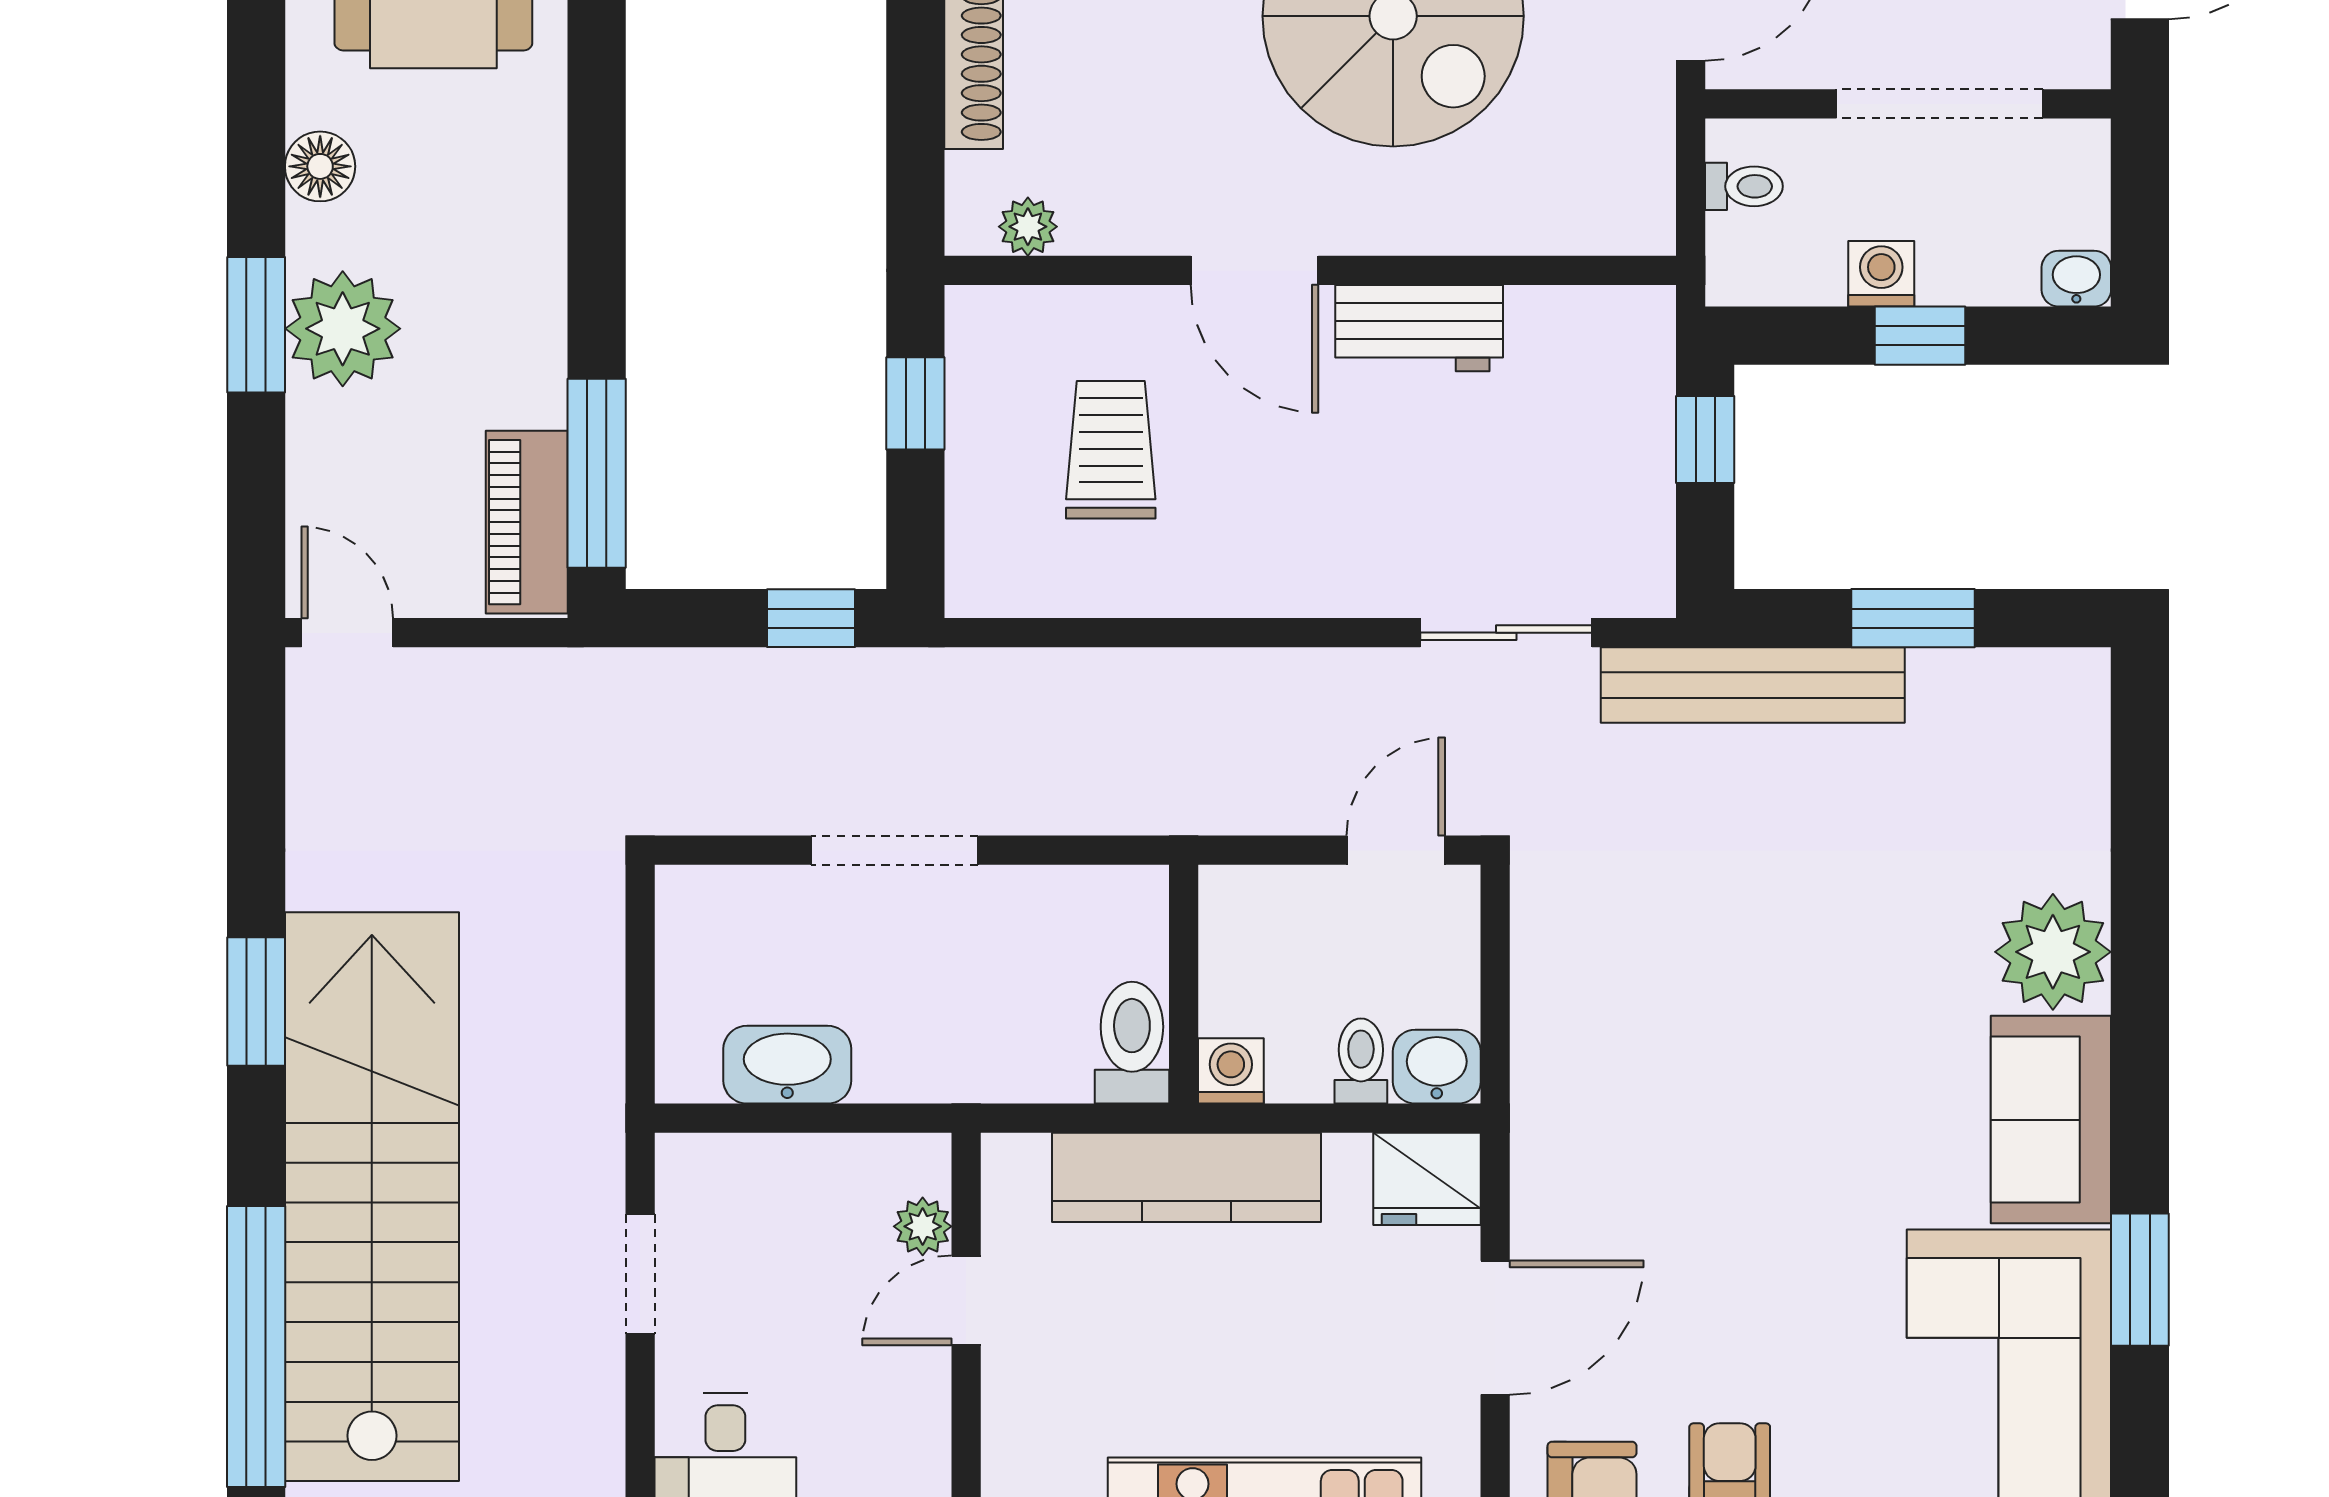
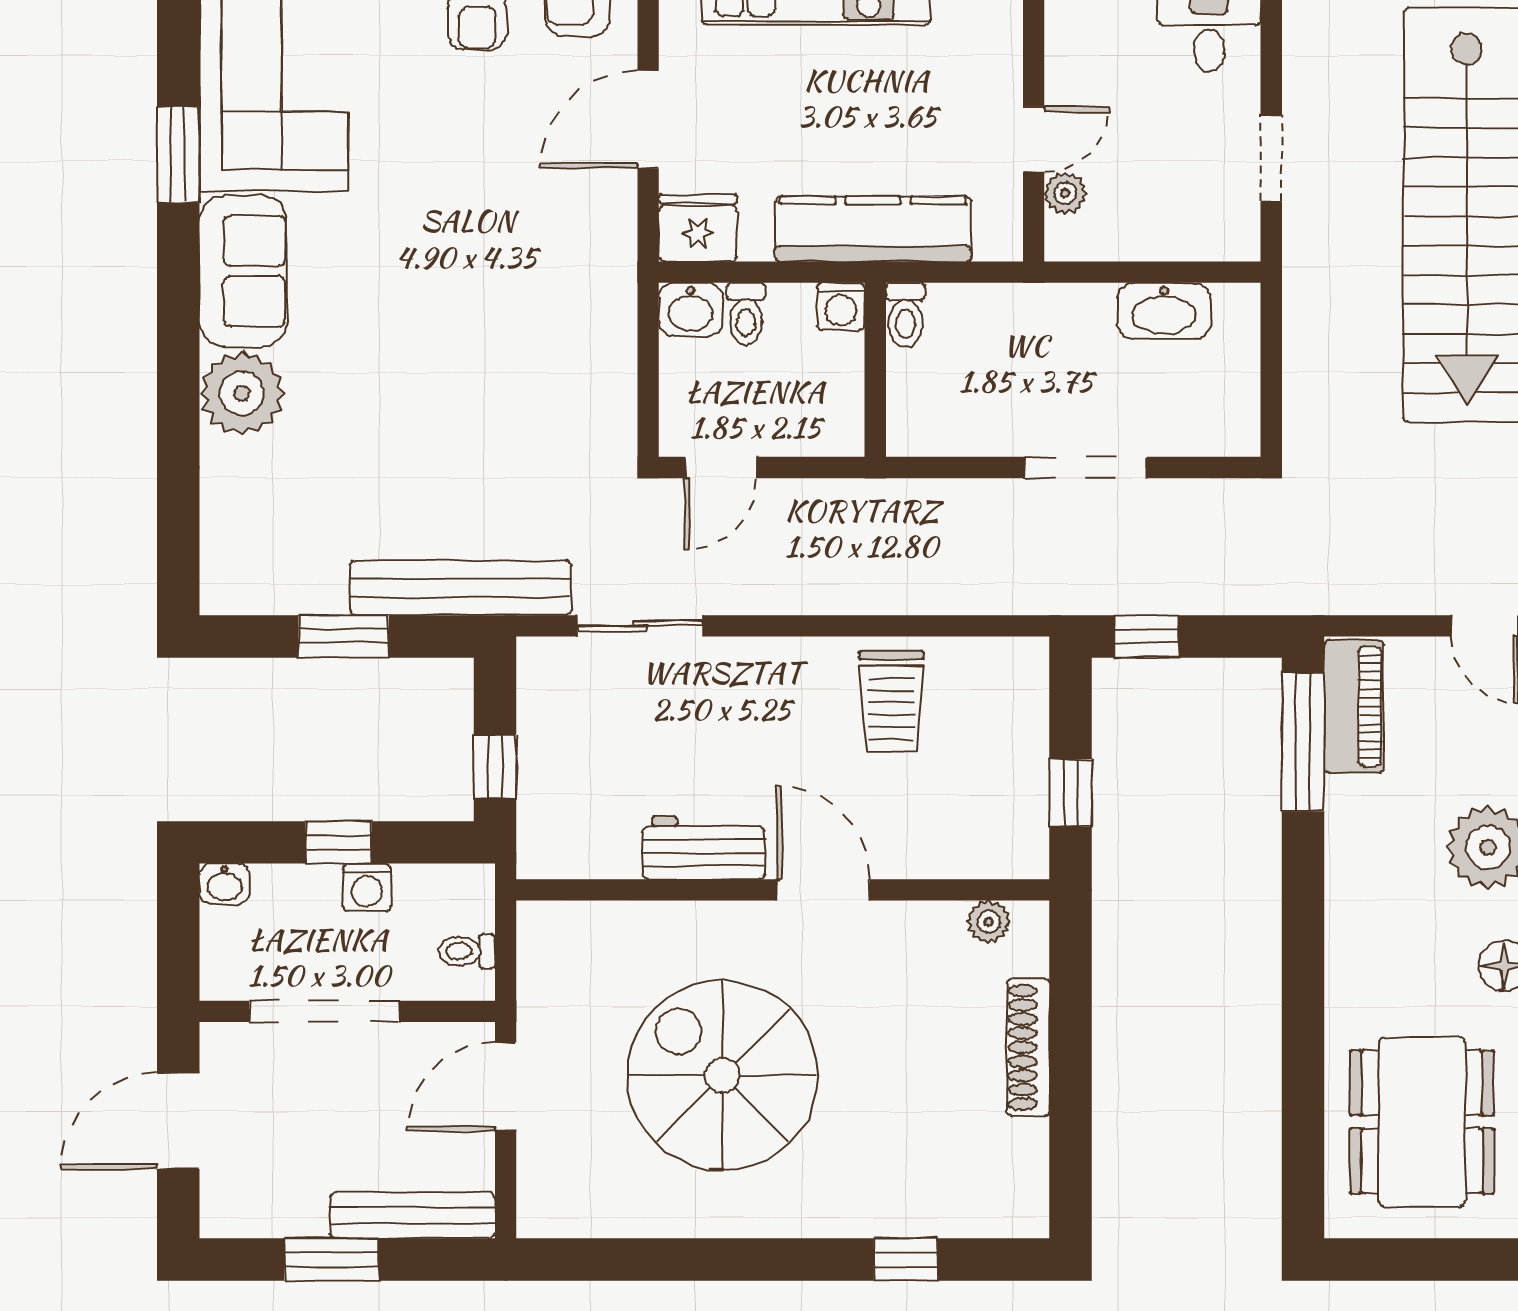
trolley: (1111, 450) -> (892, 701), moved
toilet: (1132, 1043) -> (906, 315), width x0.73, depth x0.72

